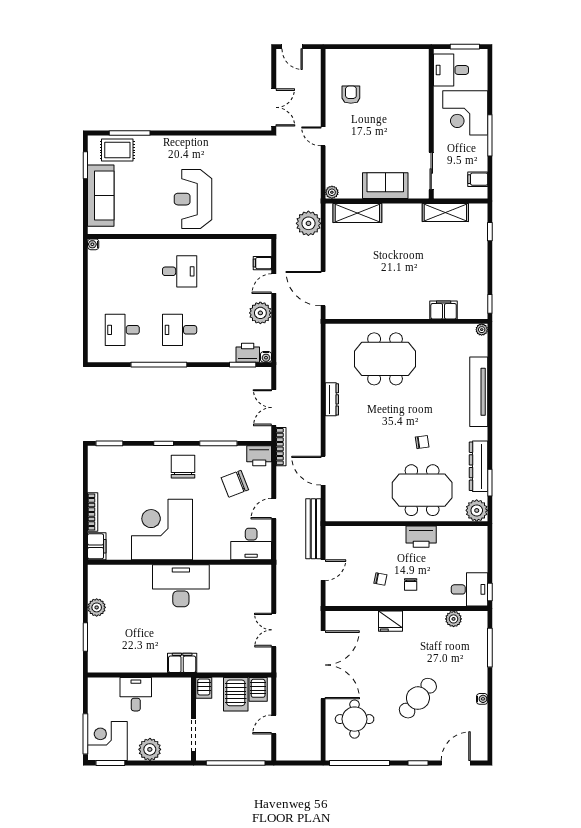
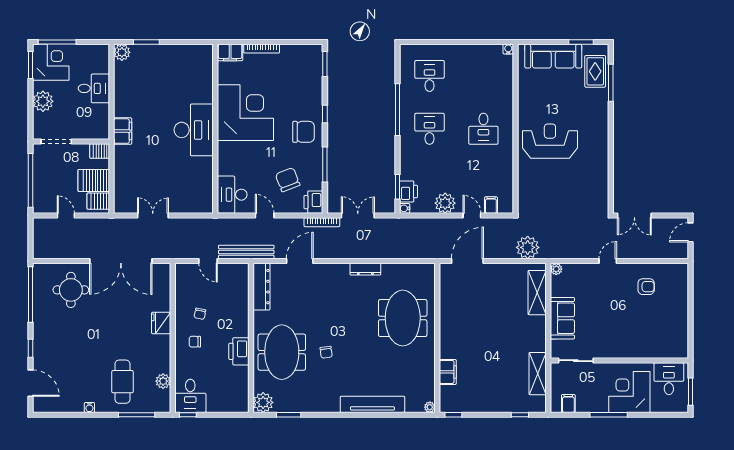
dresser: (479, 466) -> (261, 287), moved, turned 90
plant: (97, 607) -> (122, 52), moved
cafe table: (418, 698) -> (122, 382), moved, turned 49

